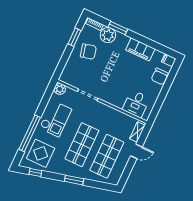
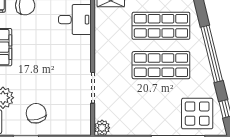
checkout: (56, 119) -> (143, 115), removed
window: (74, 180) -> (212, 54), width x2.11

